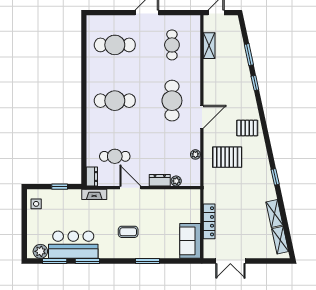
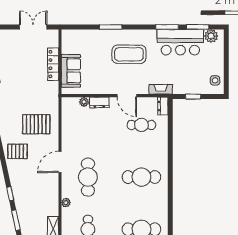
plant: (195, 154) -> (66, 203), moved
coffee table: (128, 232) -> (129, 54), width x1.86, depth x1.72
sofa: (190, 241) -> (71, 71), moved

